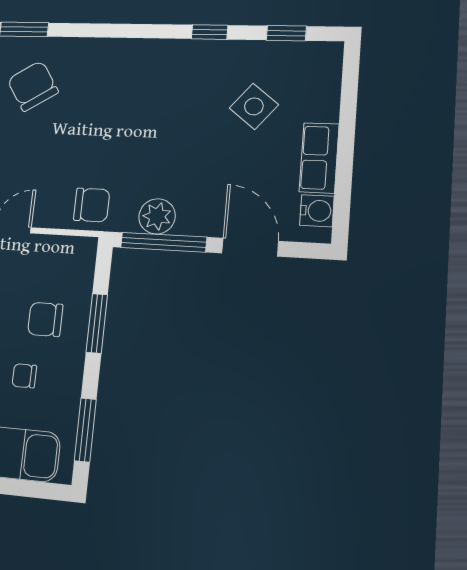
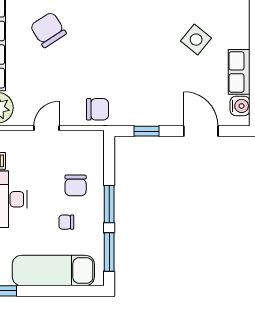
plant: (157, 216) -> (141, 115), removed
window: (164, 242) -> (147, 131), width x0.46
chair: (45, 319) -> (76, 185), turned -90
window: (97, 323) -> (109, 204), moved

